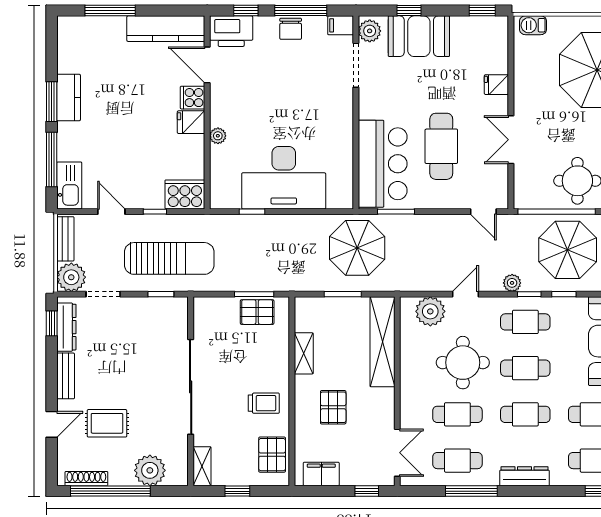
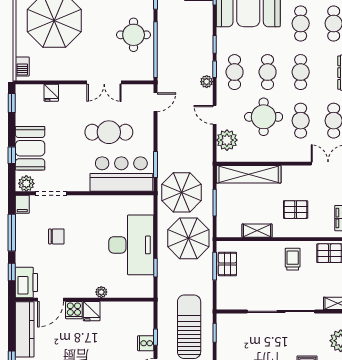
chair: (291, 29) -> (56, 236), moved
fridge: (496, 85) -> (51, 93), moved
cooker: (185, 194) -> (146, 343), moved, width x0.53, depth x0.76
parasol: (568, 250) -> (188, 238), moved

